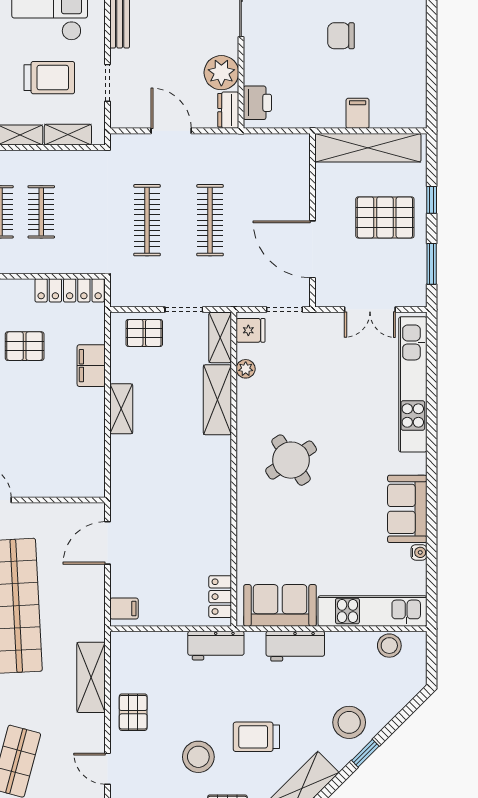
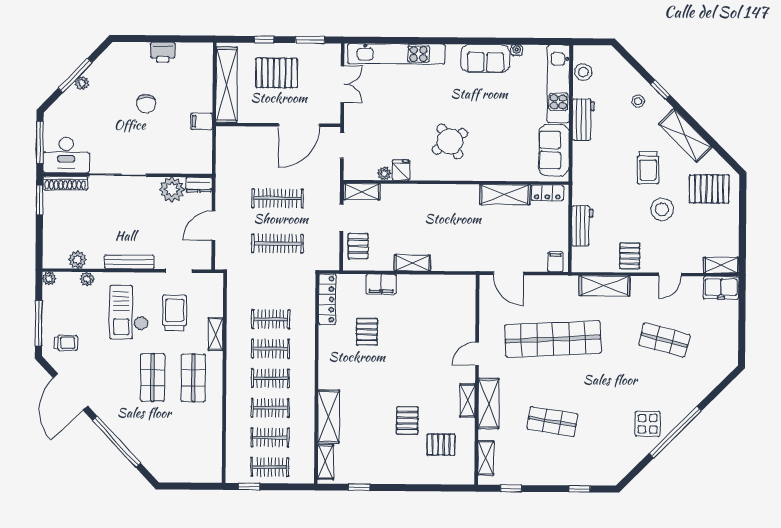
printer: (257, 103) -> (163, 52), moved, turned 180
filing cabinet: (358, 113) -> (202, 121), moved
shelving: (68, 135) -> (216, 300), removed
pallet: (385, 217) -> (277, 73), turned 90
fridge: (251, 330) -> (401, 170), moved
shelving: (217, 400) -> (505, 195), moved
workbench: (216, 646) -> (582, 226), moved
workbench: (295, 646) -> (583, 120), moved
pallet: (133, 712) -> (630, 256), turned 90
stool: (349, 722) -> (638, 101), width x0.53, depth x0.53

